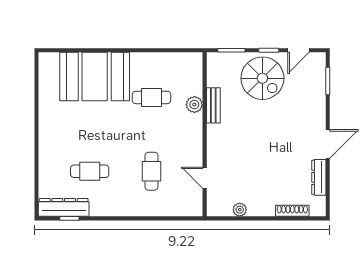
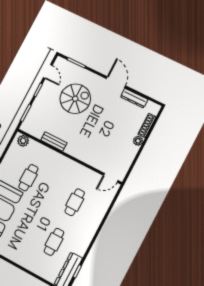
spiral stairs: (262, 78) -> (75, 99), moved
plant: (194, 105) -> (23, 141), moved
cafe table: (151, 171) -> (75, 202), turned 90
door: (205, 178) -> (111, 178), moved
plant: (240, 210) -> (138, 141), moved

